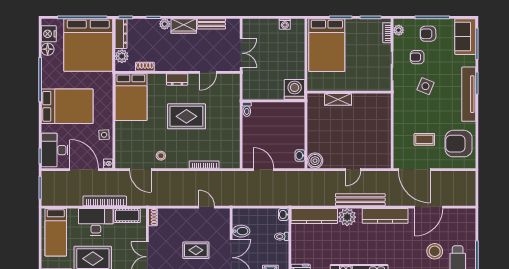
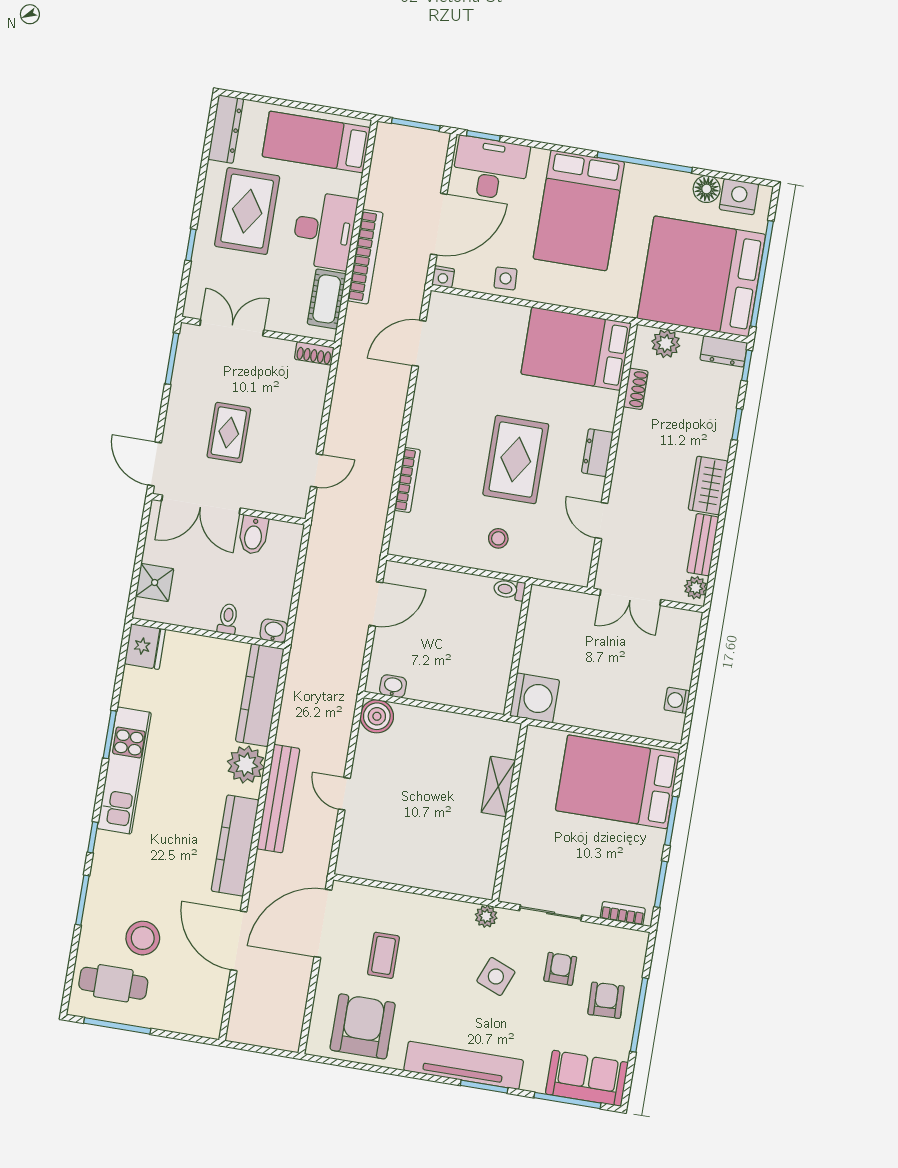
plant: (165, 24) -> (696, 588), moved
plant: (399, 30) -> (486, 916), moved
dresser: (121, 34) -> (724, 351), width x0.70
stool: (161, 156) -> (498, 538), moved

